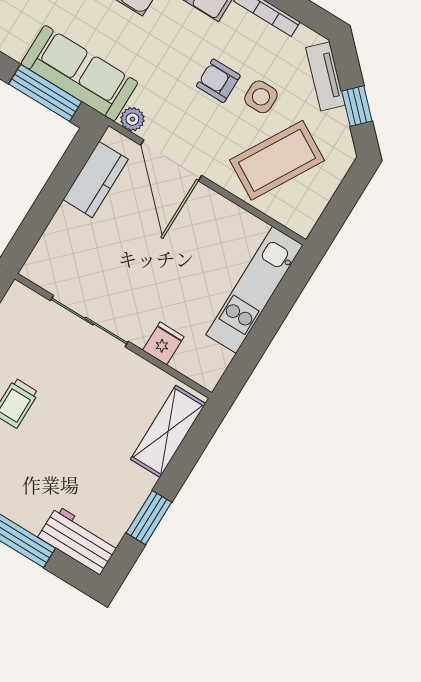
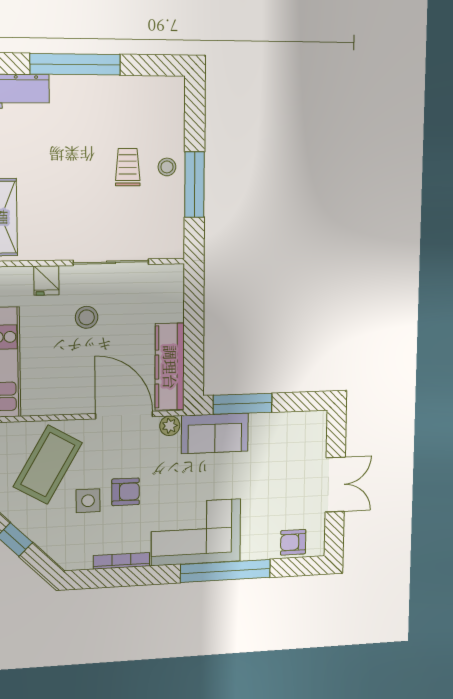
sofa: (79, 73) -> (215, 433), width x0.73
tv unit: (325, 76) -> (51, 545), removed
kitchen counter: (96, 179) -> (170, 367), width x1.50
stool: (147, 282) -> (87, 317), added

